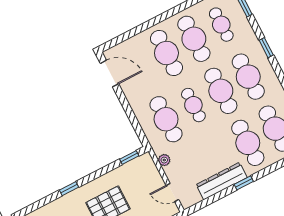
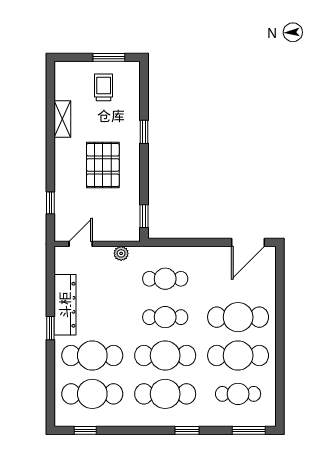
cafe table: (166, 119) -> (165, 279), width x0.73, depth x0.74

